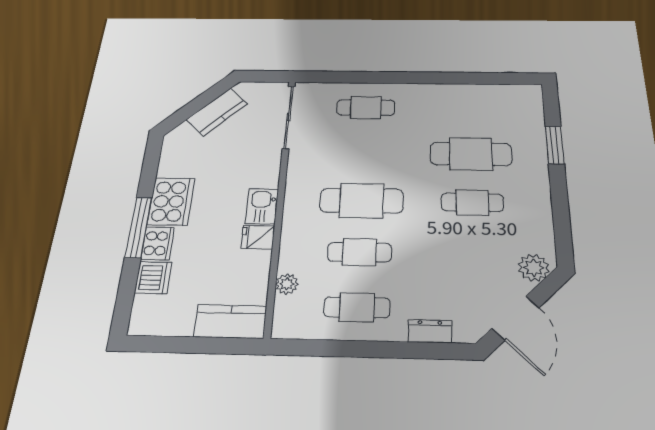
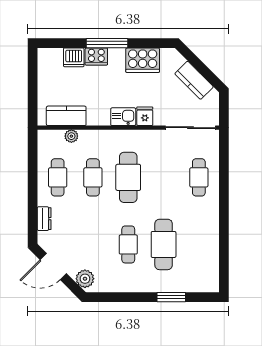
cooker: (171, 201) -> (143, 60), moved
fridge: (258, 237) -> (145, 116), moved
kitchen counter: (230, 321) -> (66, 116), moved, turned -90

